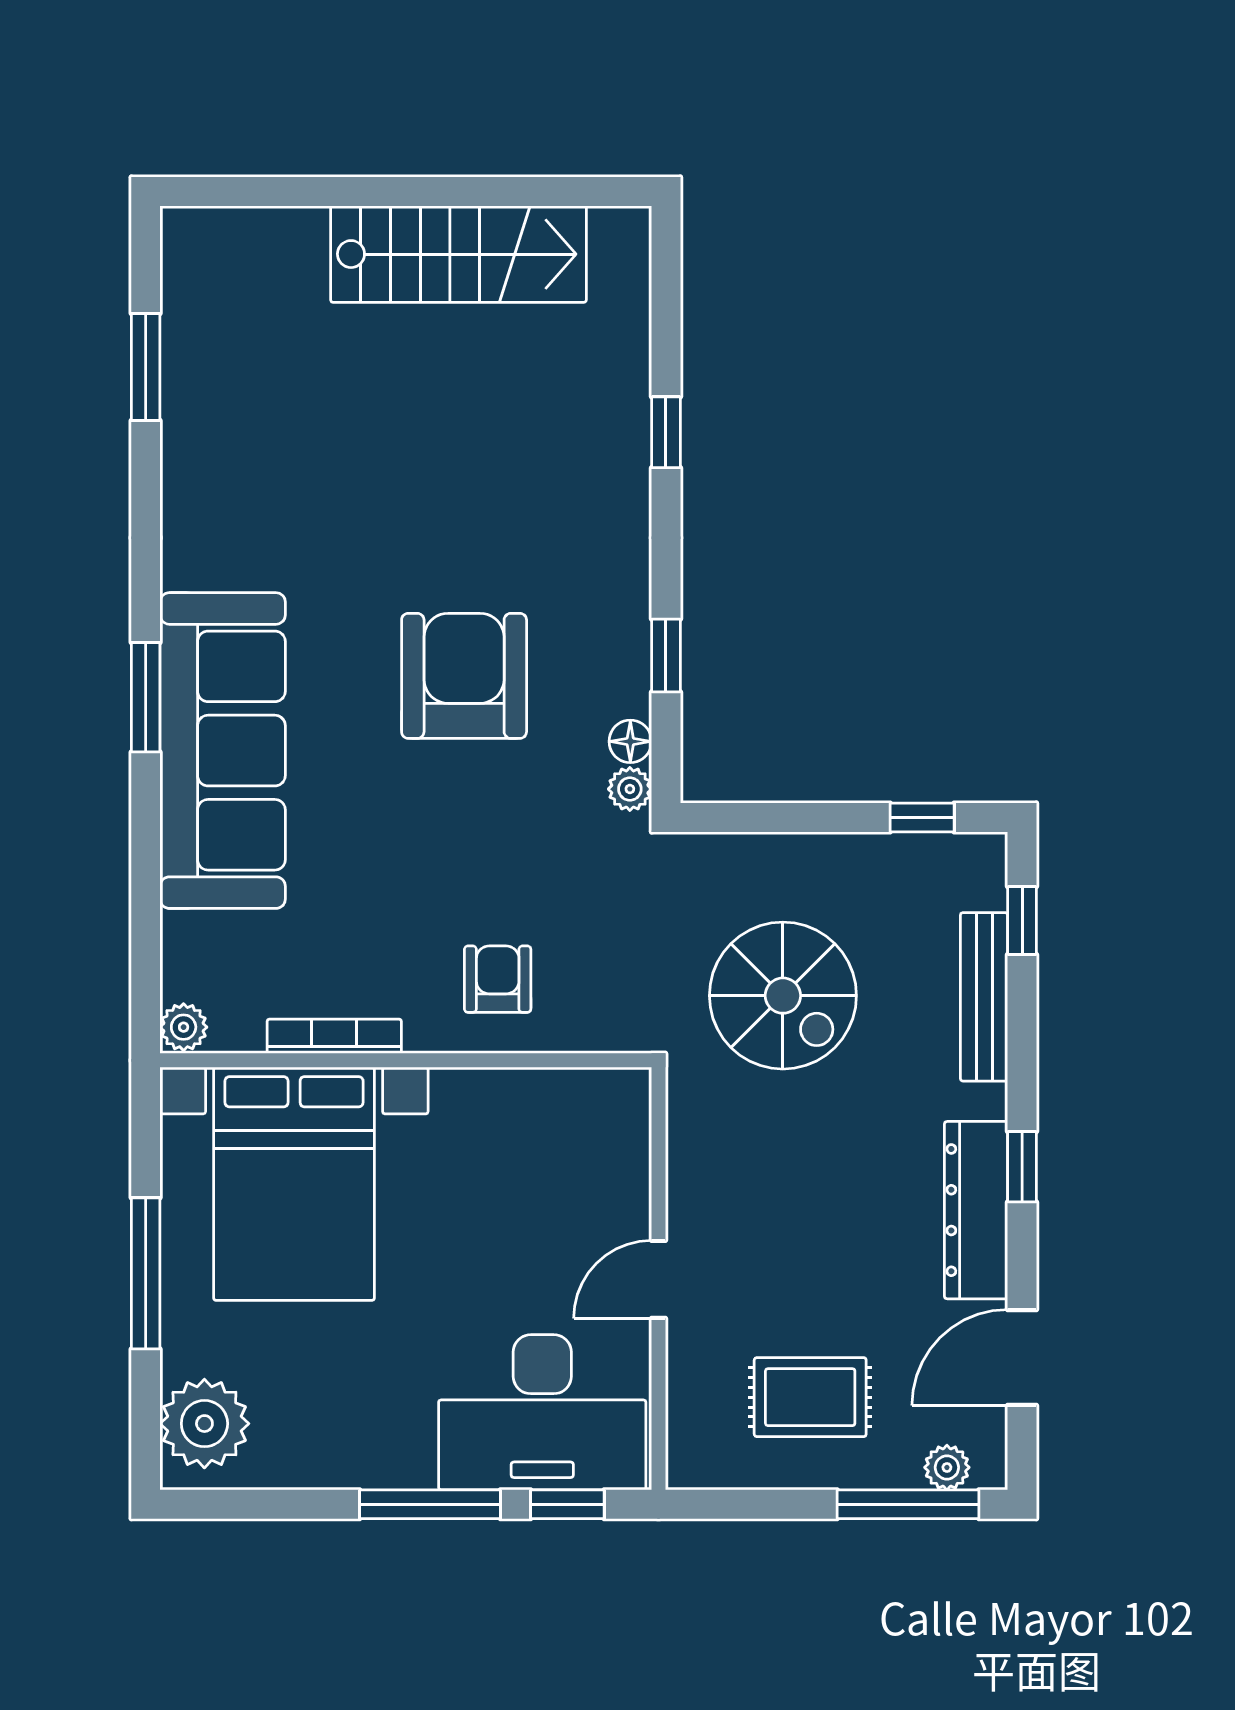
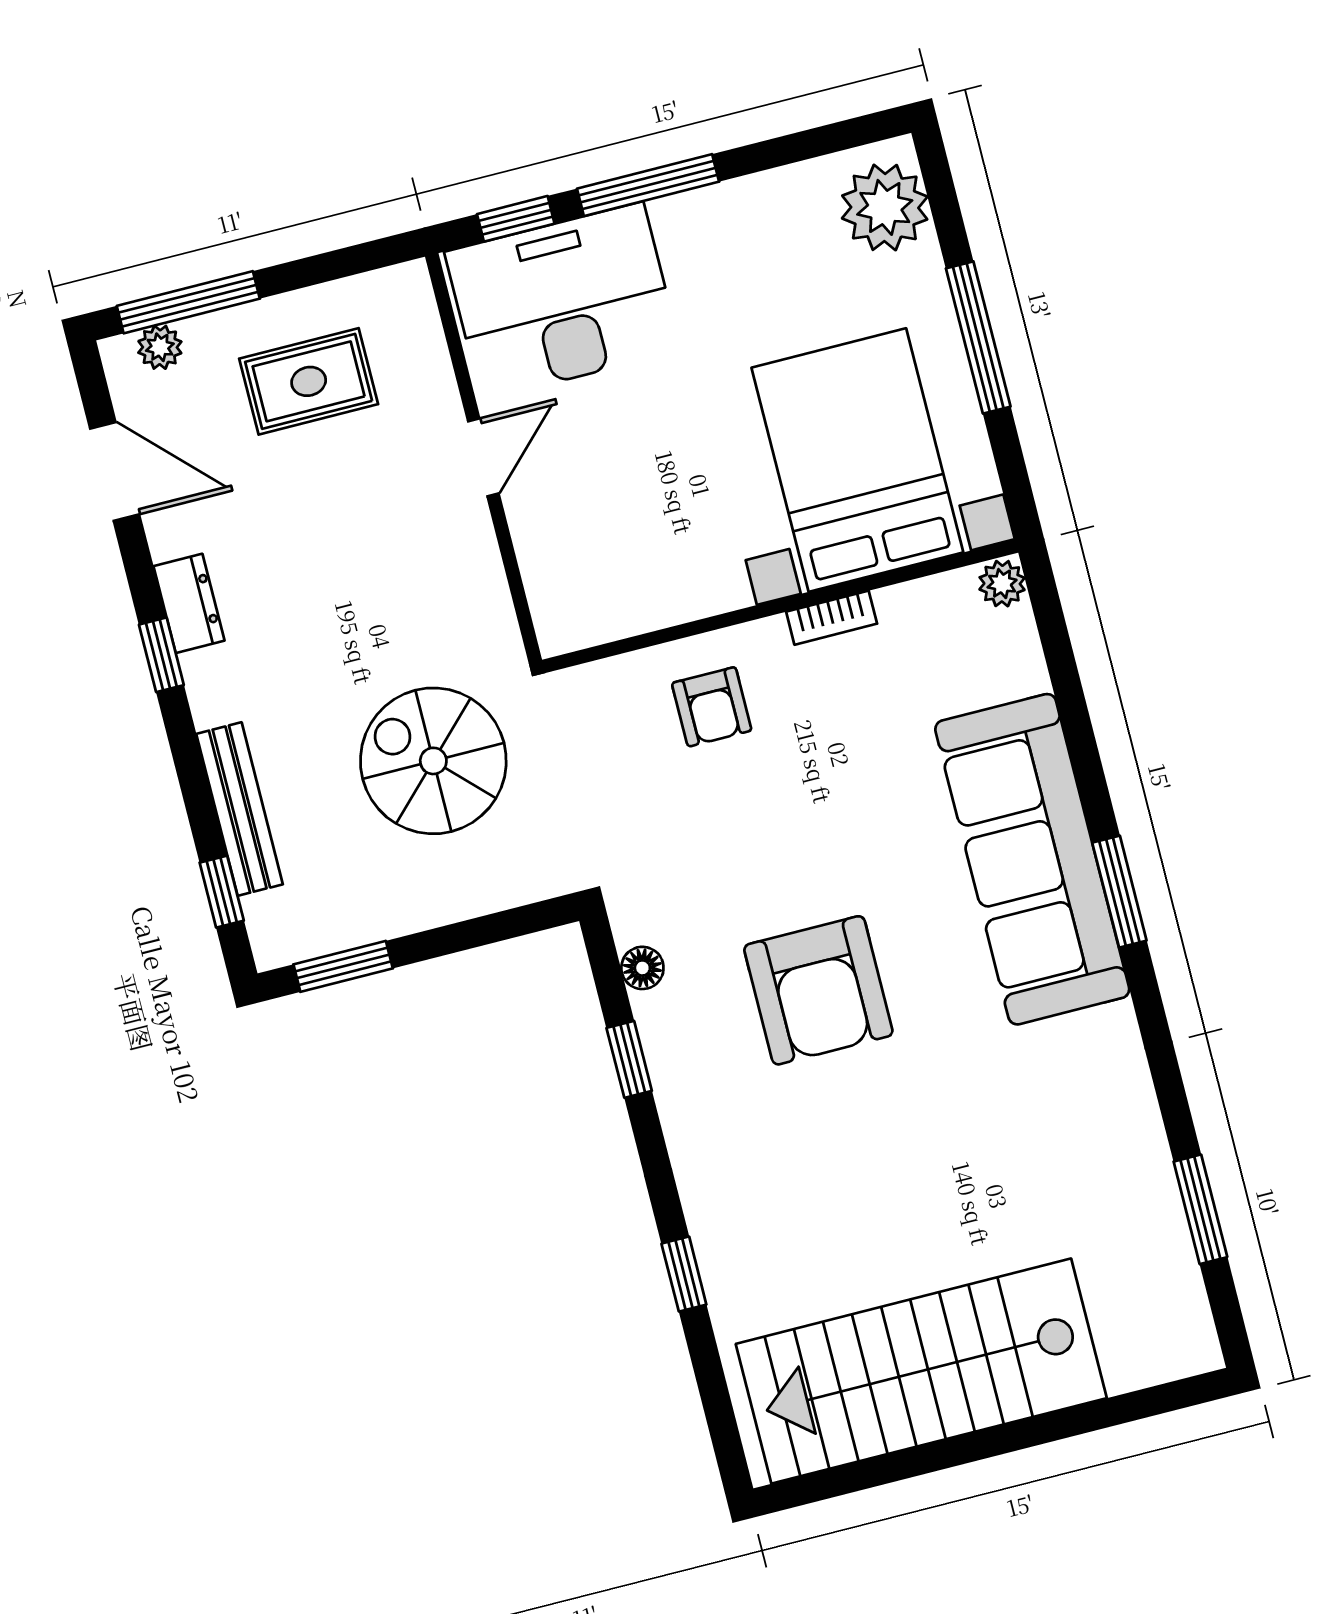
stairs: (458, 254) -> (921, 1371), width x1.36, depth x1.51
plant: (630, 789) -> (631, 922), removed
window: (922, 817) -> (343, 966), width x1.50
bookcase: (334, 1036) -> (832, 618), width x0.64
dresser: (976, 1210) -> (189, 603), width x0.51, depth x0.80
door: (1022, 1357) -> (115, 471), hinge flipped

